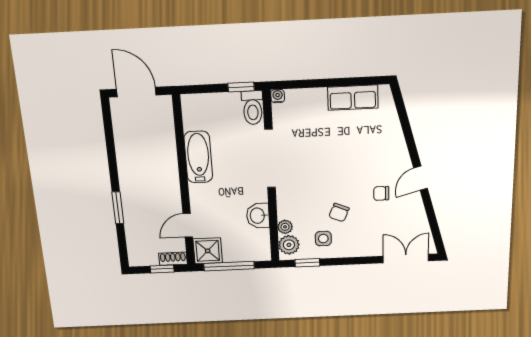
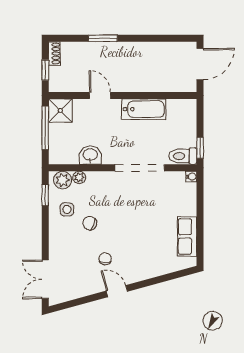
door: (188, 225) -> (100, 95), moved
double door: (406, 258) -> (45, 279), swing flipped
shoe rack: (173, 259) -> (54, 53), moved

